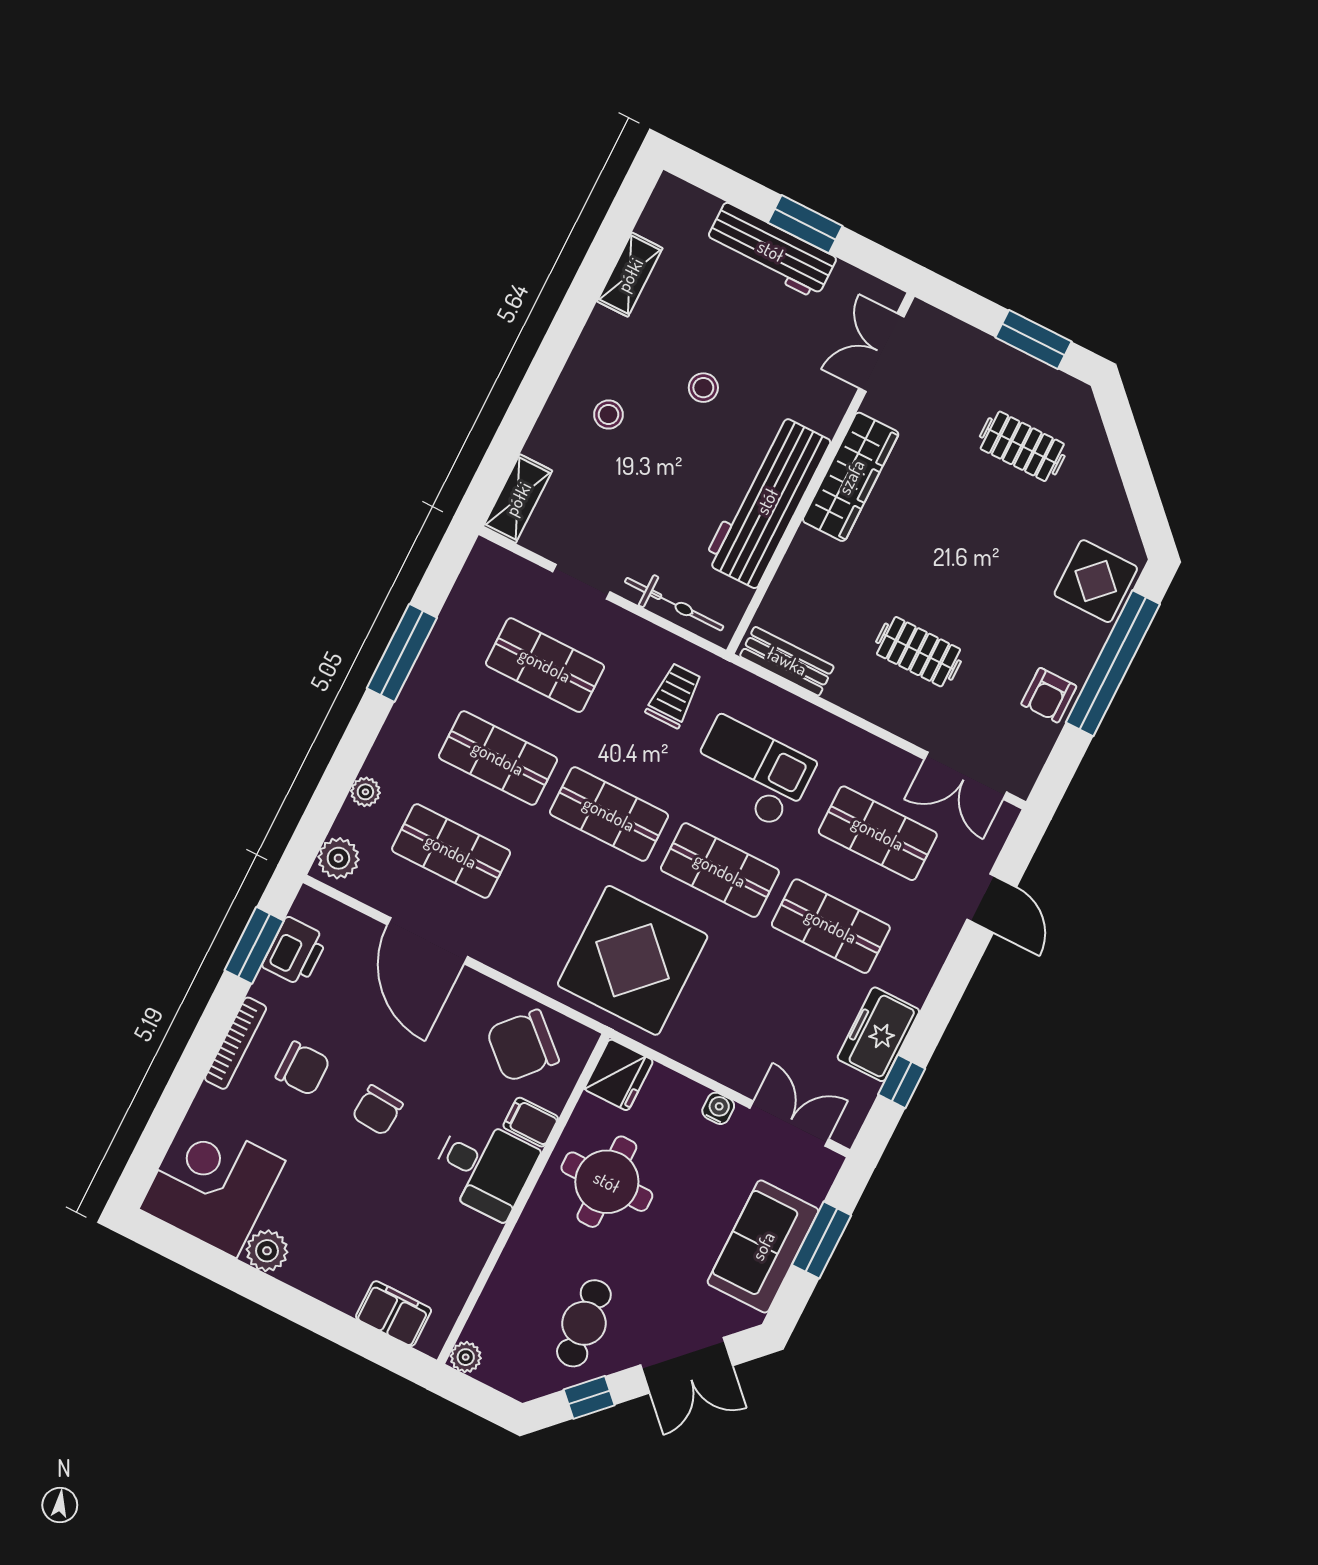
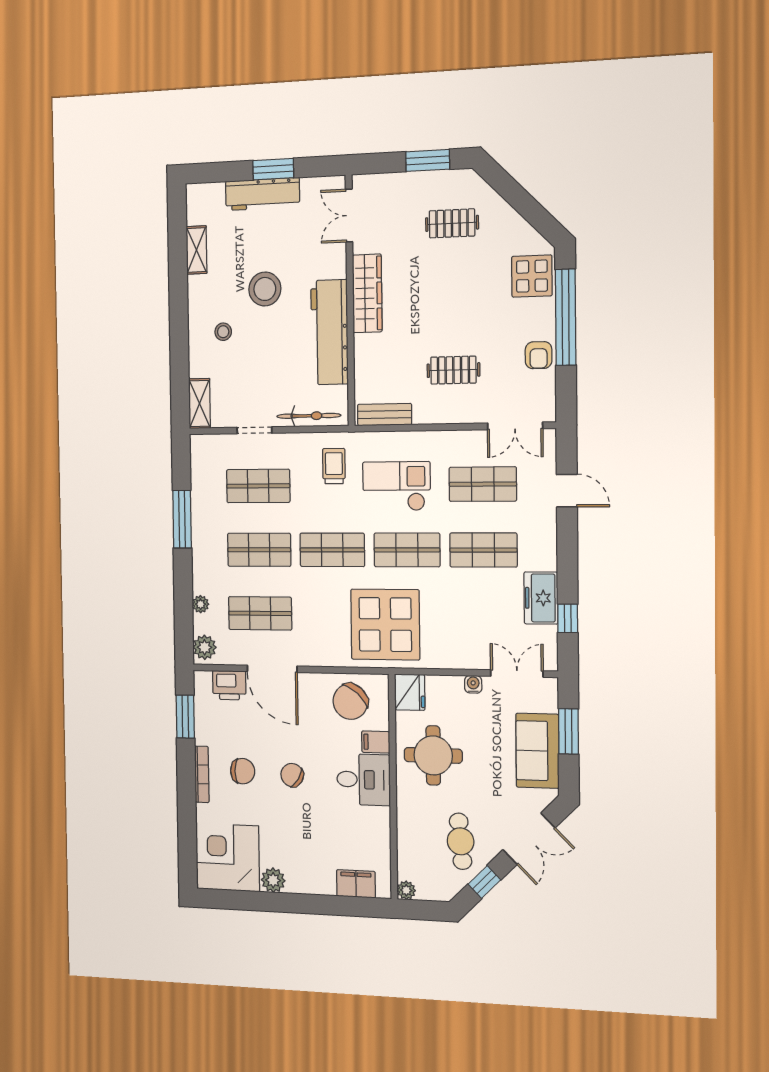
stool: (703, 388) -> (265, 289), width x1.89, depth x1.89
printer: (295, 952) -> (229, 685), moved, turned 90
chair: (377, 1110) -> (292, 775), turned 117

